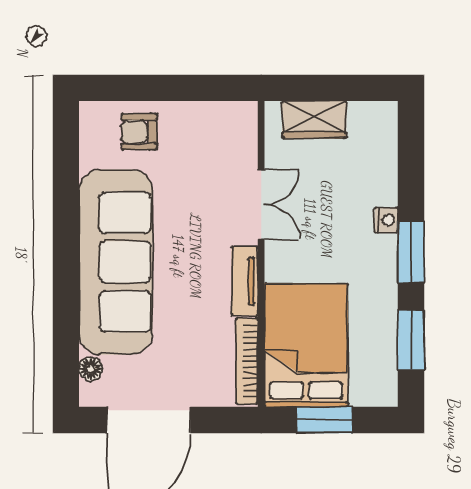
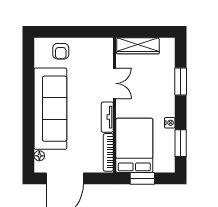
wardrobe: (314, 120) -> (138, 46), width x1.50
armchair: (139, 132) -> (61, 51), turned -90
nightstand: (386, 220) -> (170, 123), moved
window: (411, 252) -> (181, 82), moved

